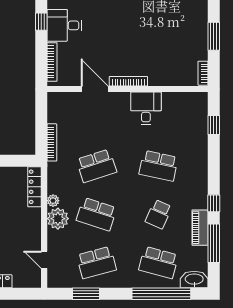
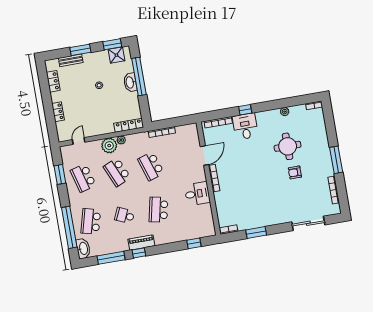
school desk: (96, 214) -> (117, 172), turned -42
piano: (200, 228) -> (141, 243), moved

